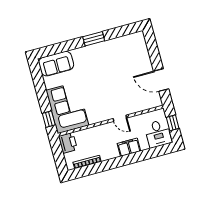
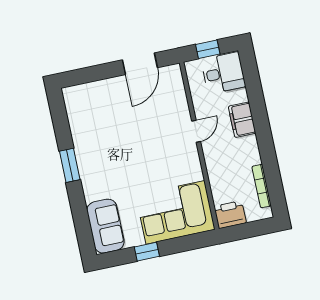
window: (49, 119) -> (147, 252), moved

